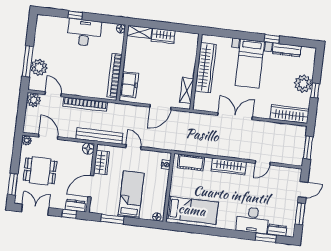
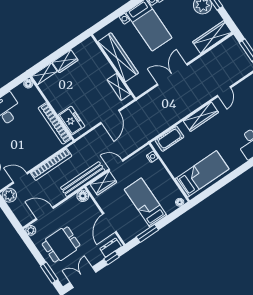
wardrobe: (102, 162) -> (103, 183), moved, turned 90

